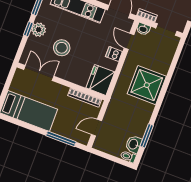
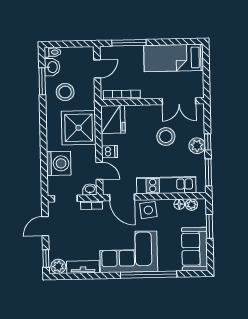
washing machine: (161, 61) -> (59, 163), added
shower: (147, 85) -> (79, 128), moved
stool: (131, 119) -> (65, 92), added

